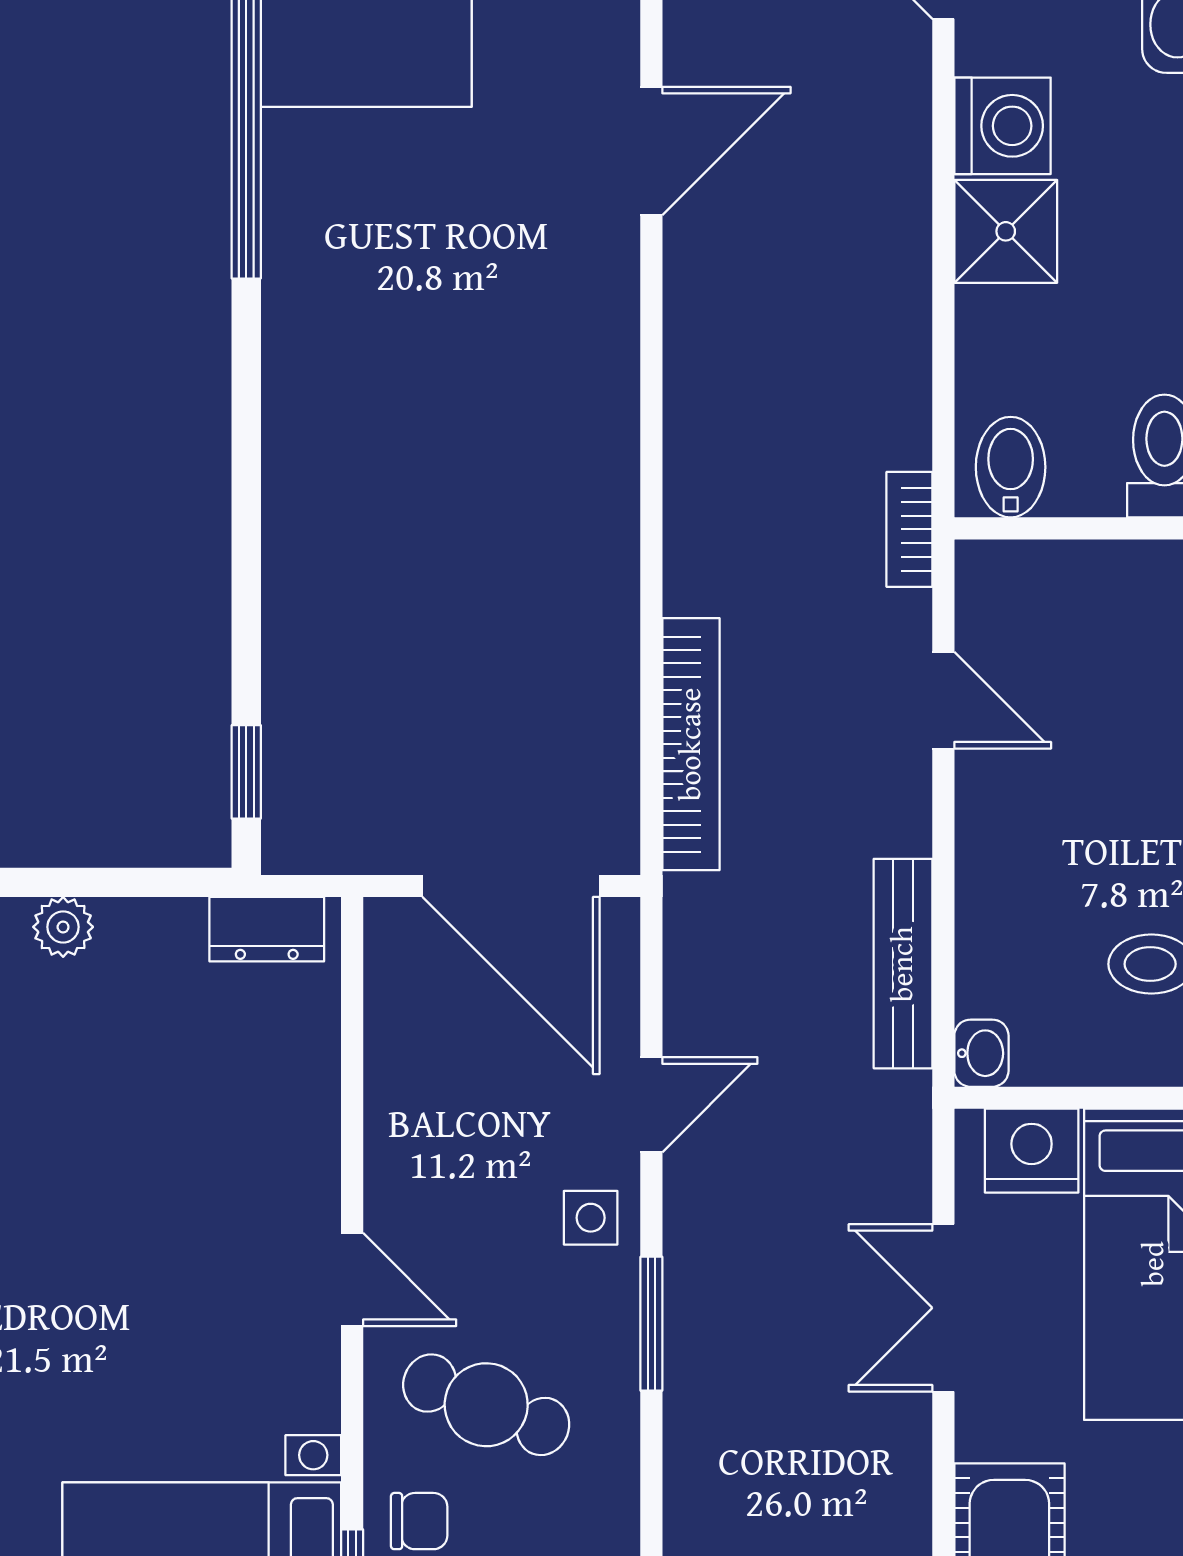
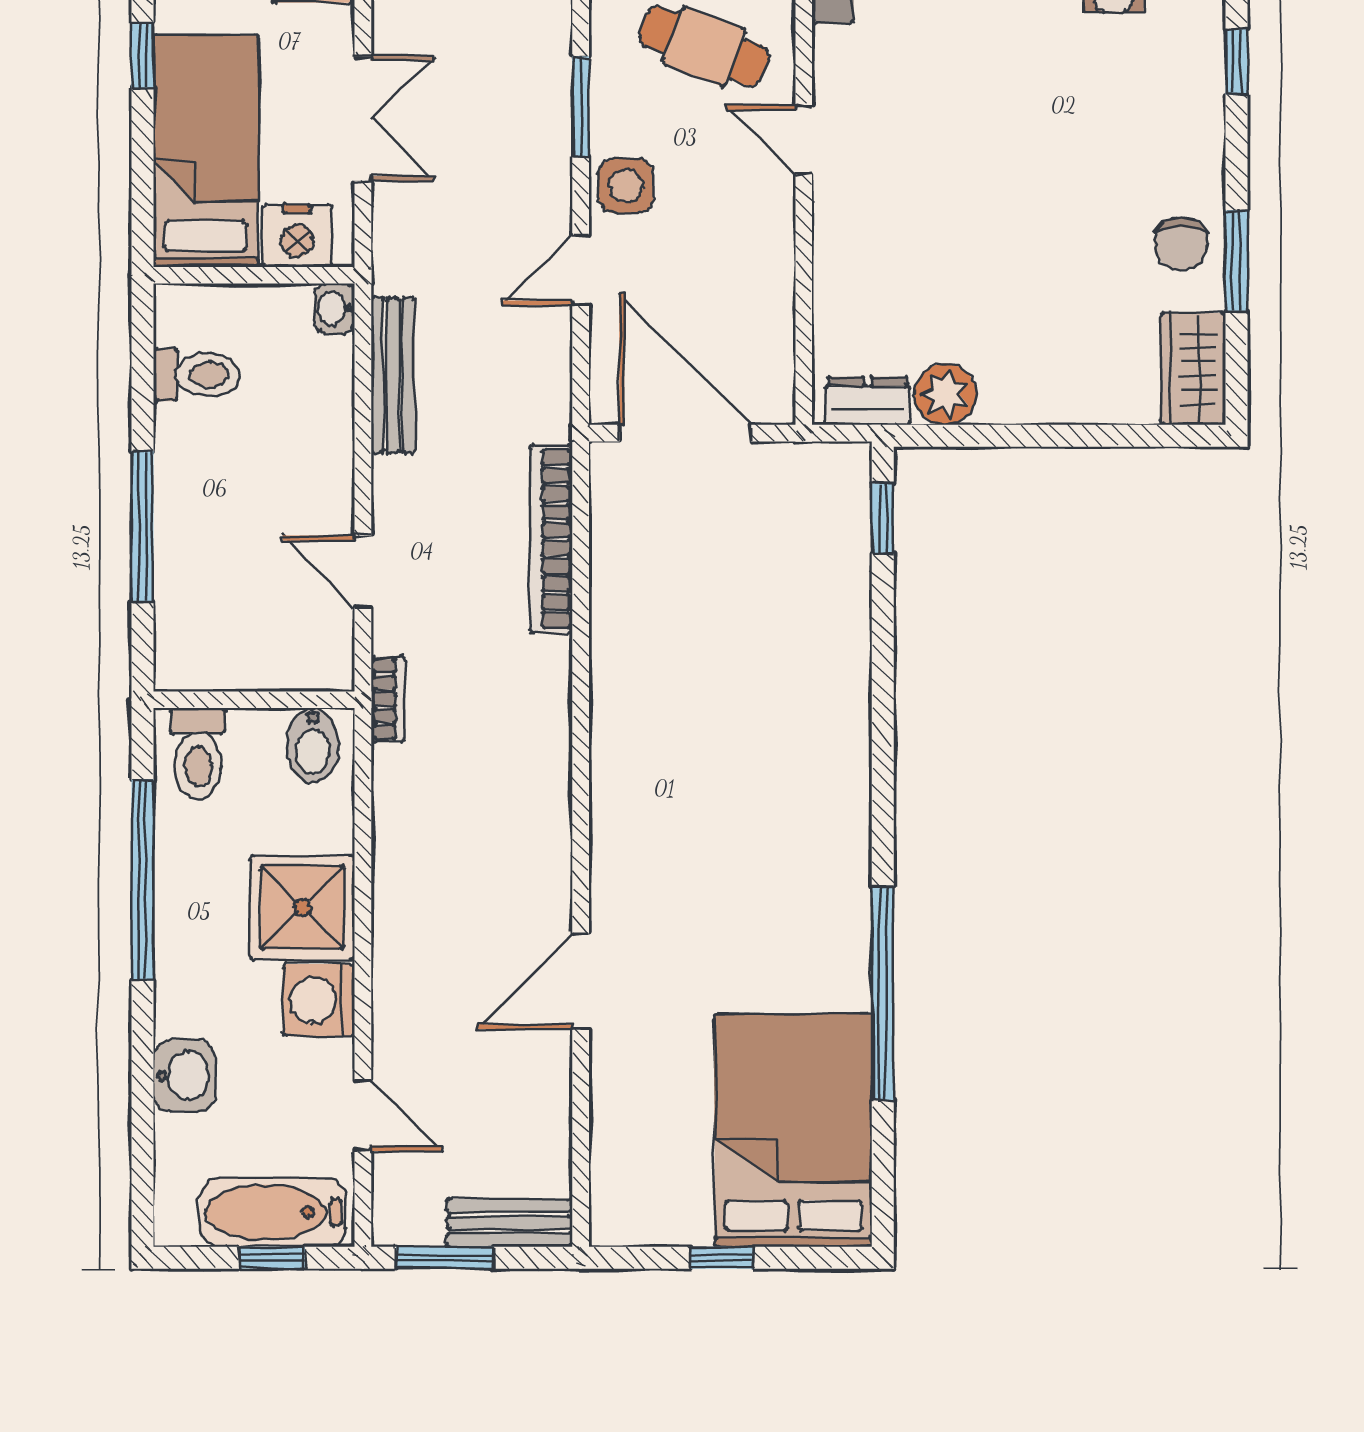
shower: (1006, 231) -> (302, 907), width x1.36, depth x1.36
plant: (63, 927) -> (945, 394), moved, width x1.38, depth x1.38
side table: (591, 1218) -> (626, 186), width x1.37, depth x1.37

